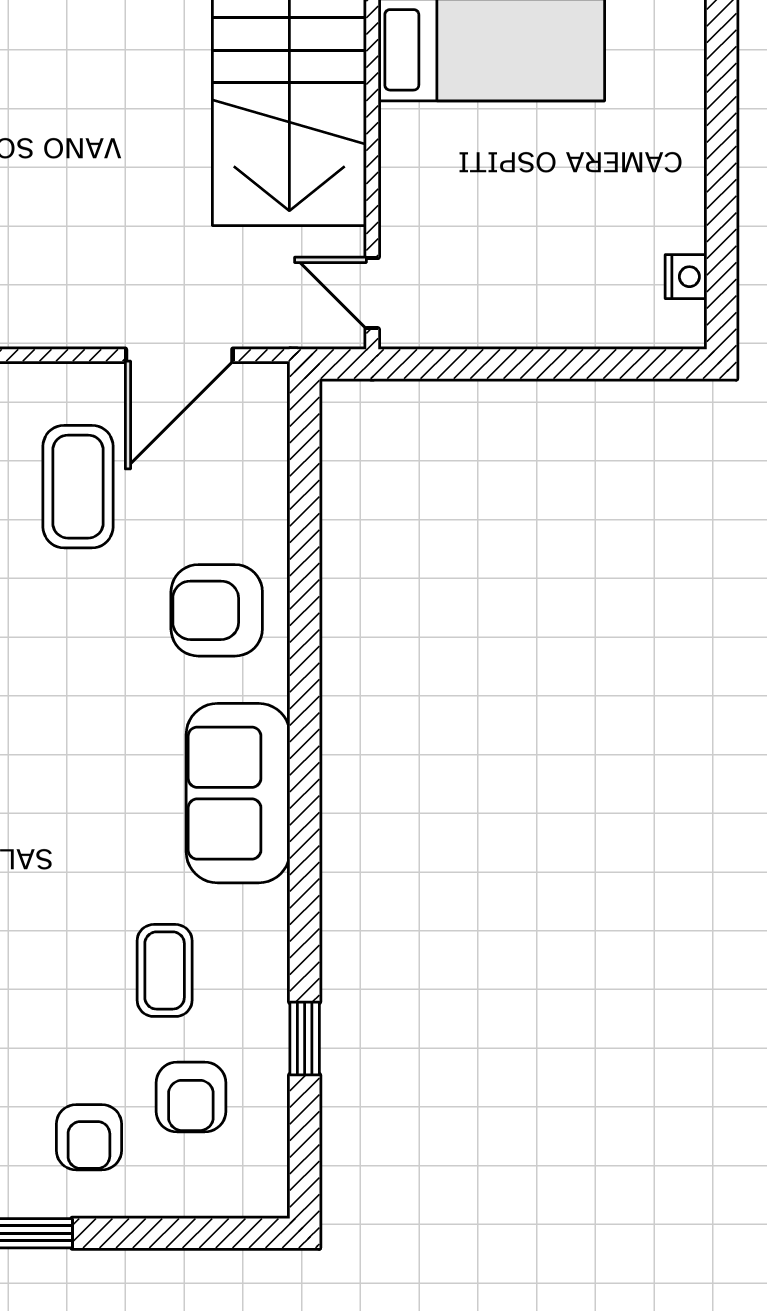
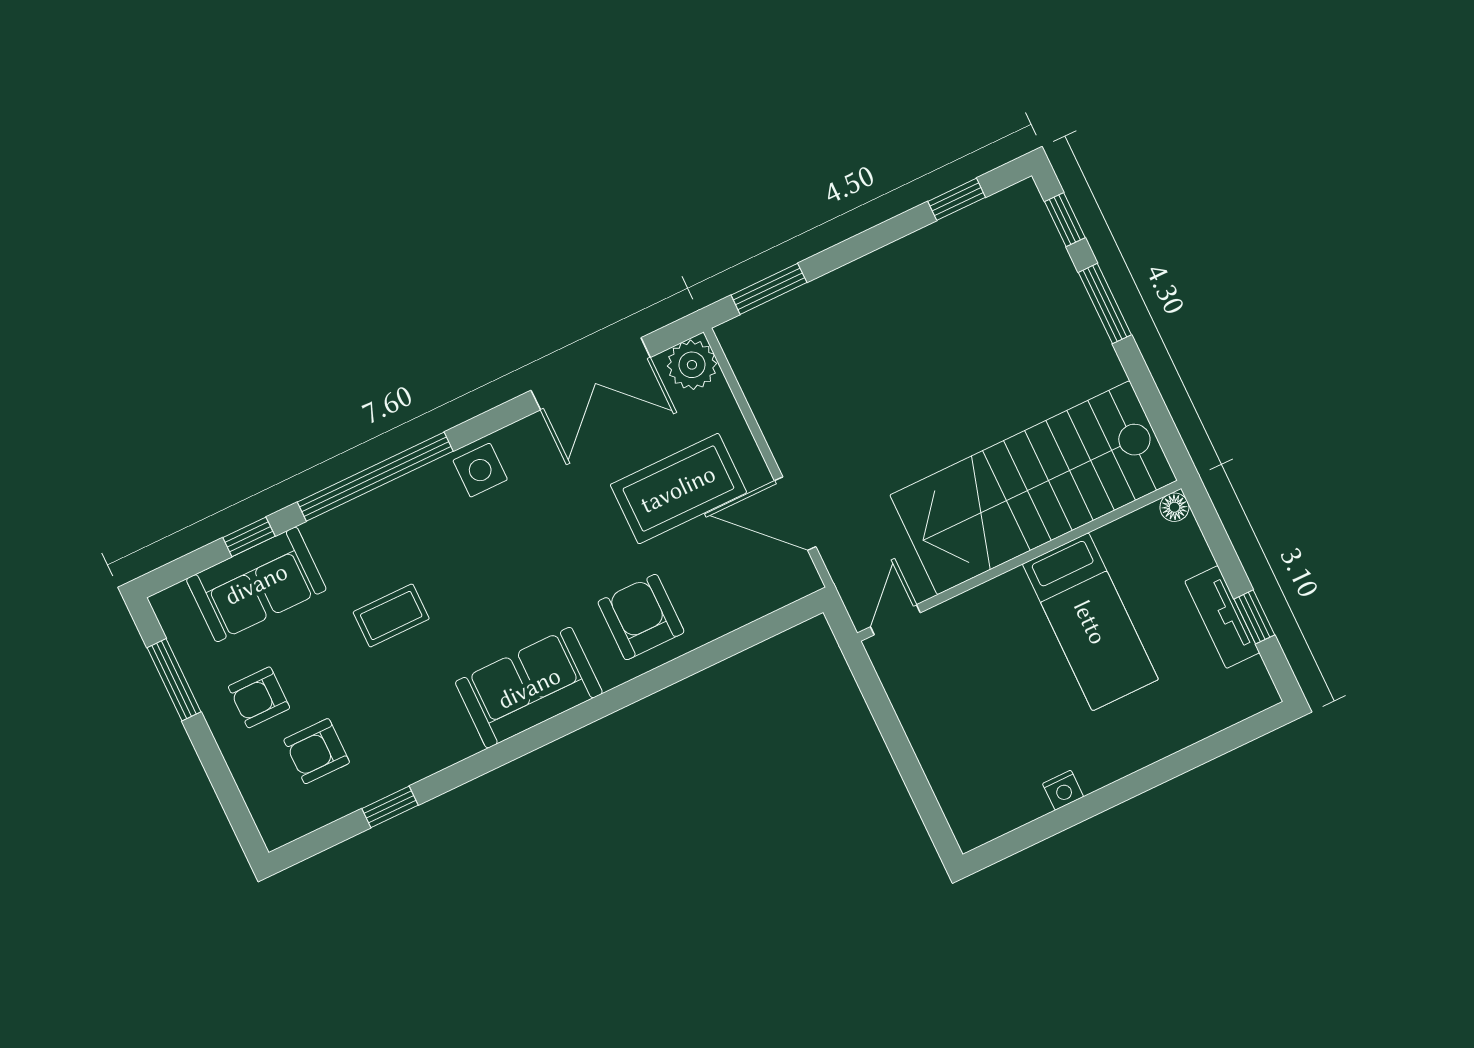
nightstand: (686, 277) -> (1063, 790), moved
coffee table: (78, 487) -> (678, 489), width x1.36, depth x1.32
coffee table: (165, 970) -> (391, 615), moved

